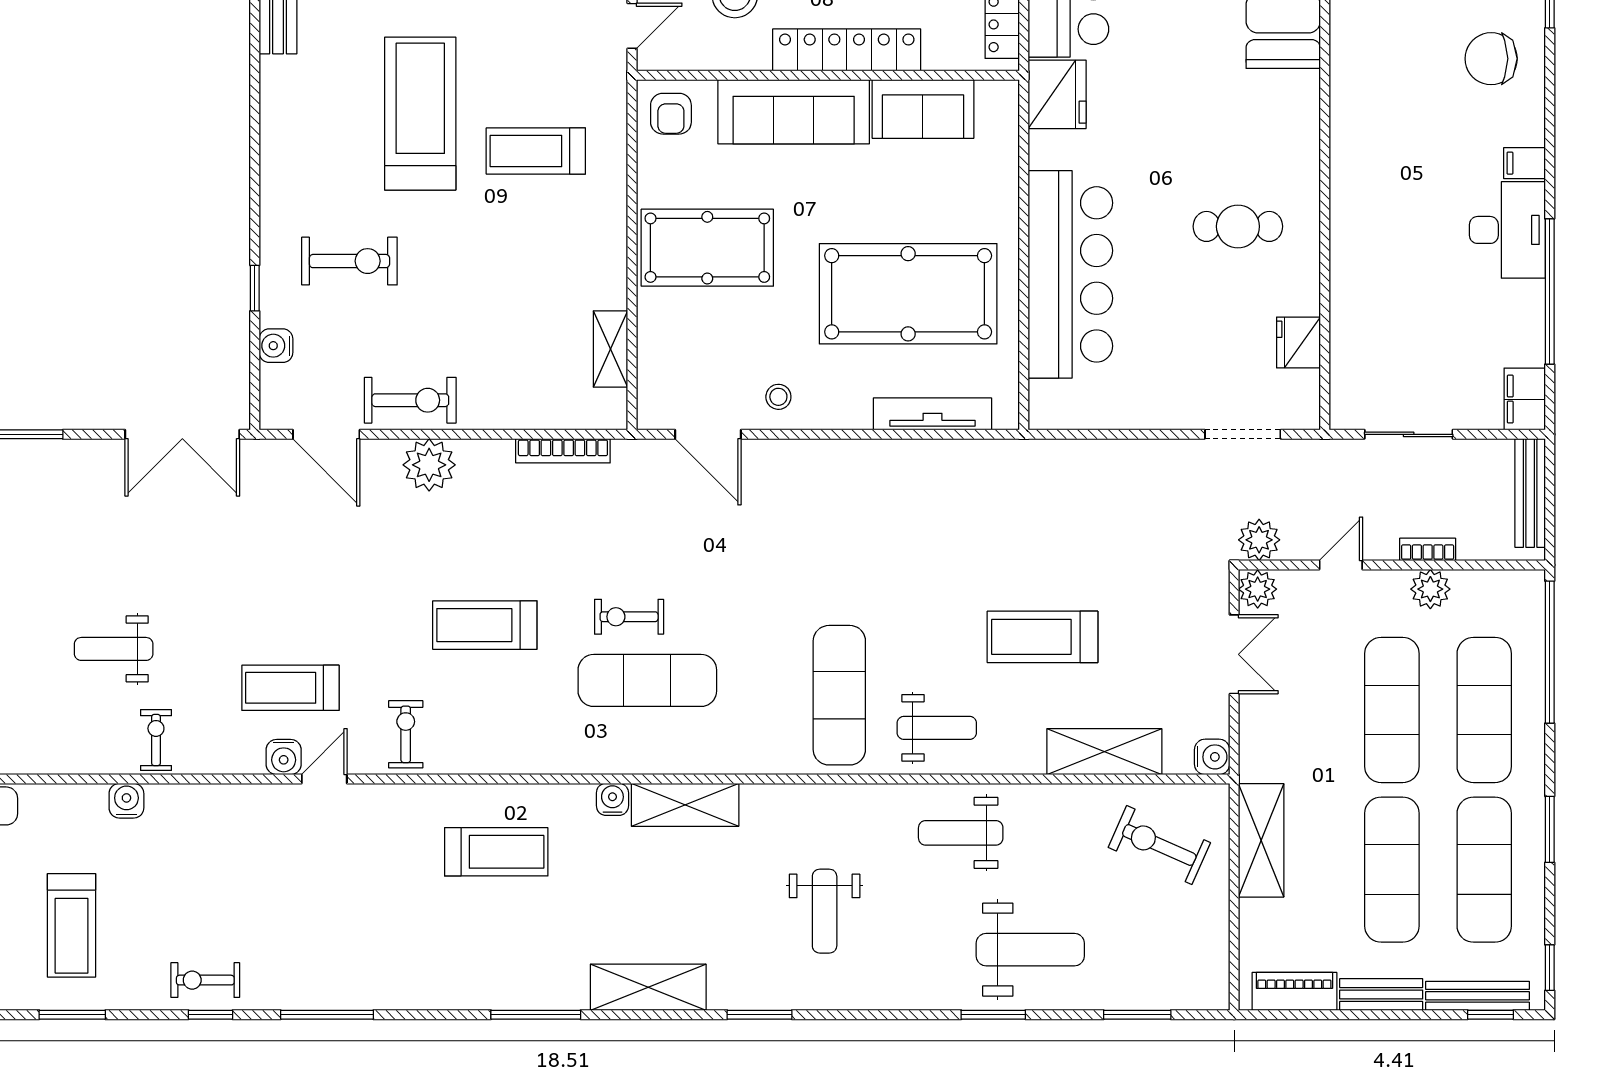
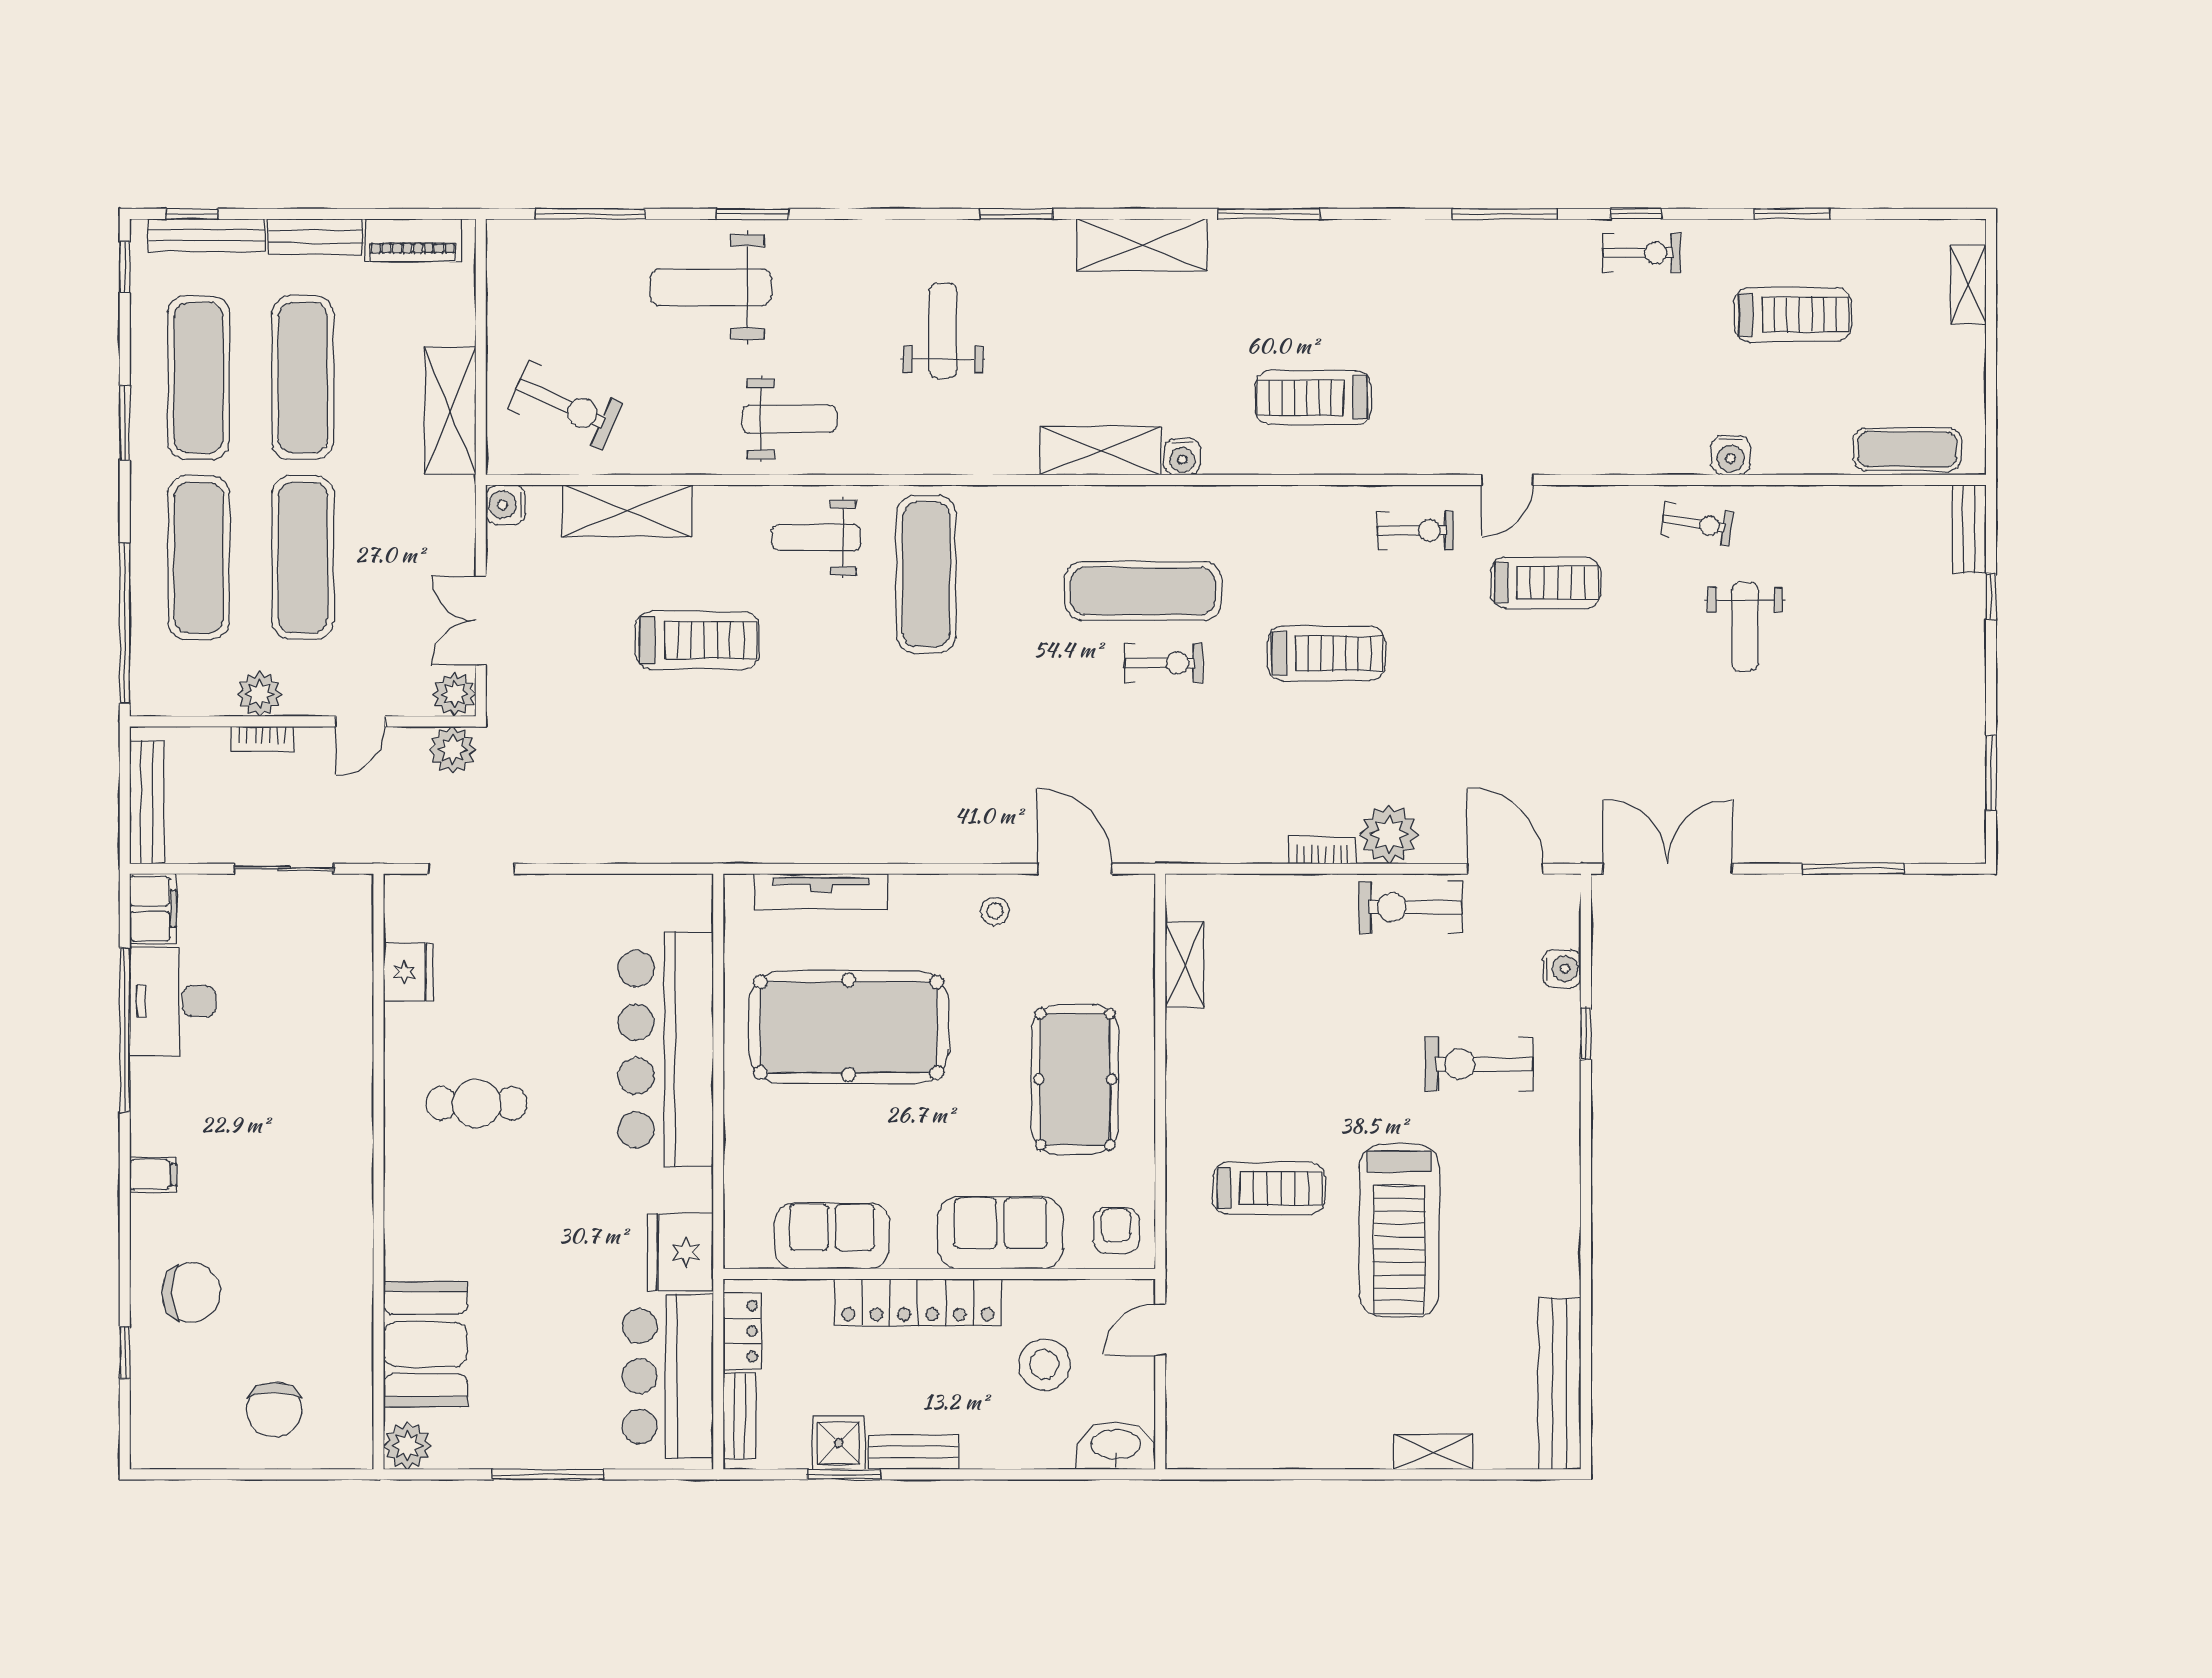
sofa: (794, 112) -> (1000, 1233), width x0.73
desk: (1507, 230) -> (173, 1001), moved
pool table: (707, 248) -> (1075, 1079), turned 90
bookcase: (563, 451) -> (1322, 850), moved, width x0.64
weight bench: (114, 649) -> (1745, 627), turned 90
exercise bike: (406, 734) -> (1416, 530), turned -90
exercise bike: (156, 740) -> (1697, 524), turned -81
water cooler: (284, 757) -> (1553, 505), removed
treadmill: (72, 925) -> (1793, 315), turned 90
window: (1137, 1015) -> (590, 214), width x1.44

